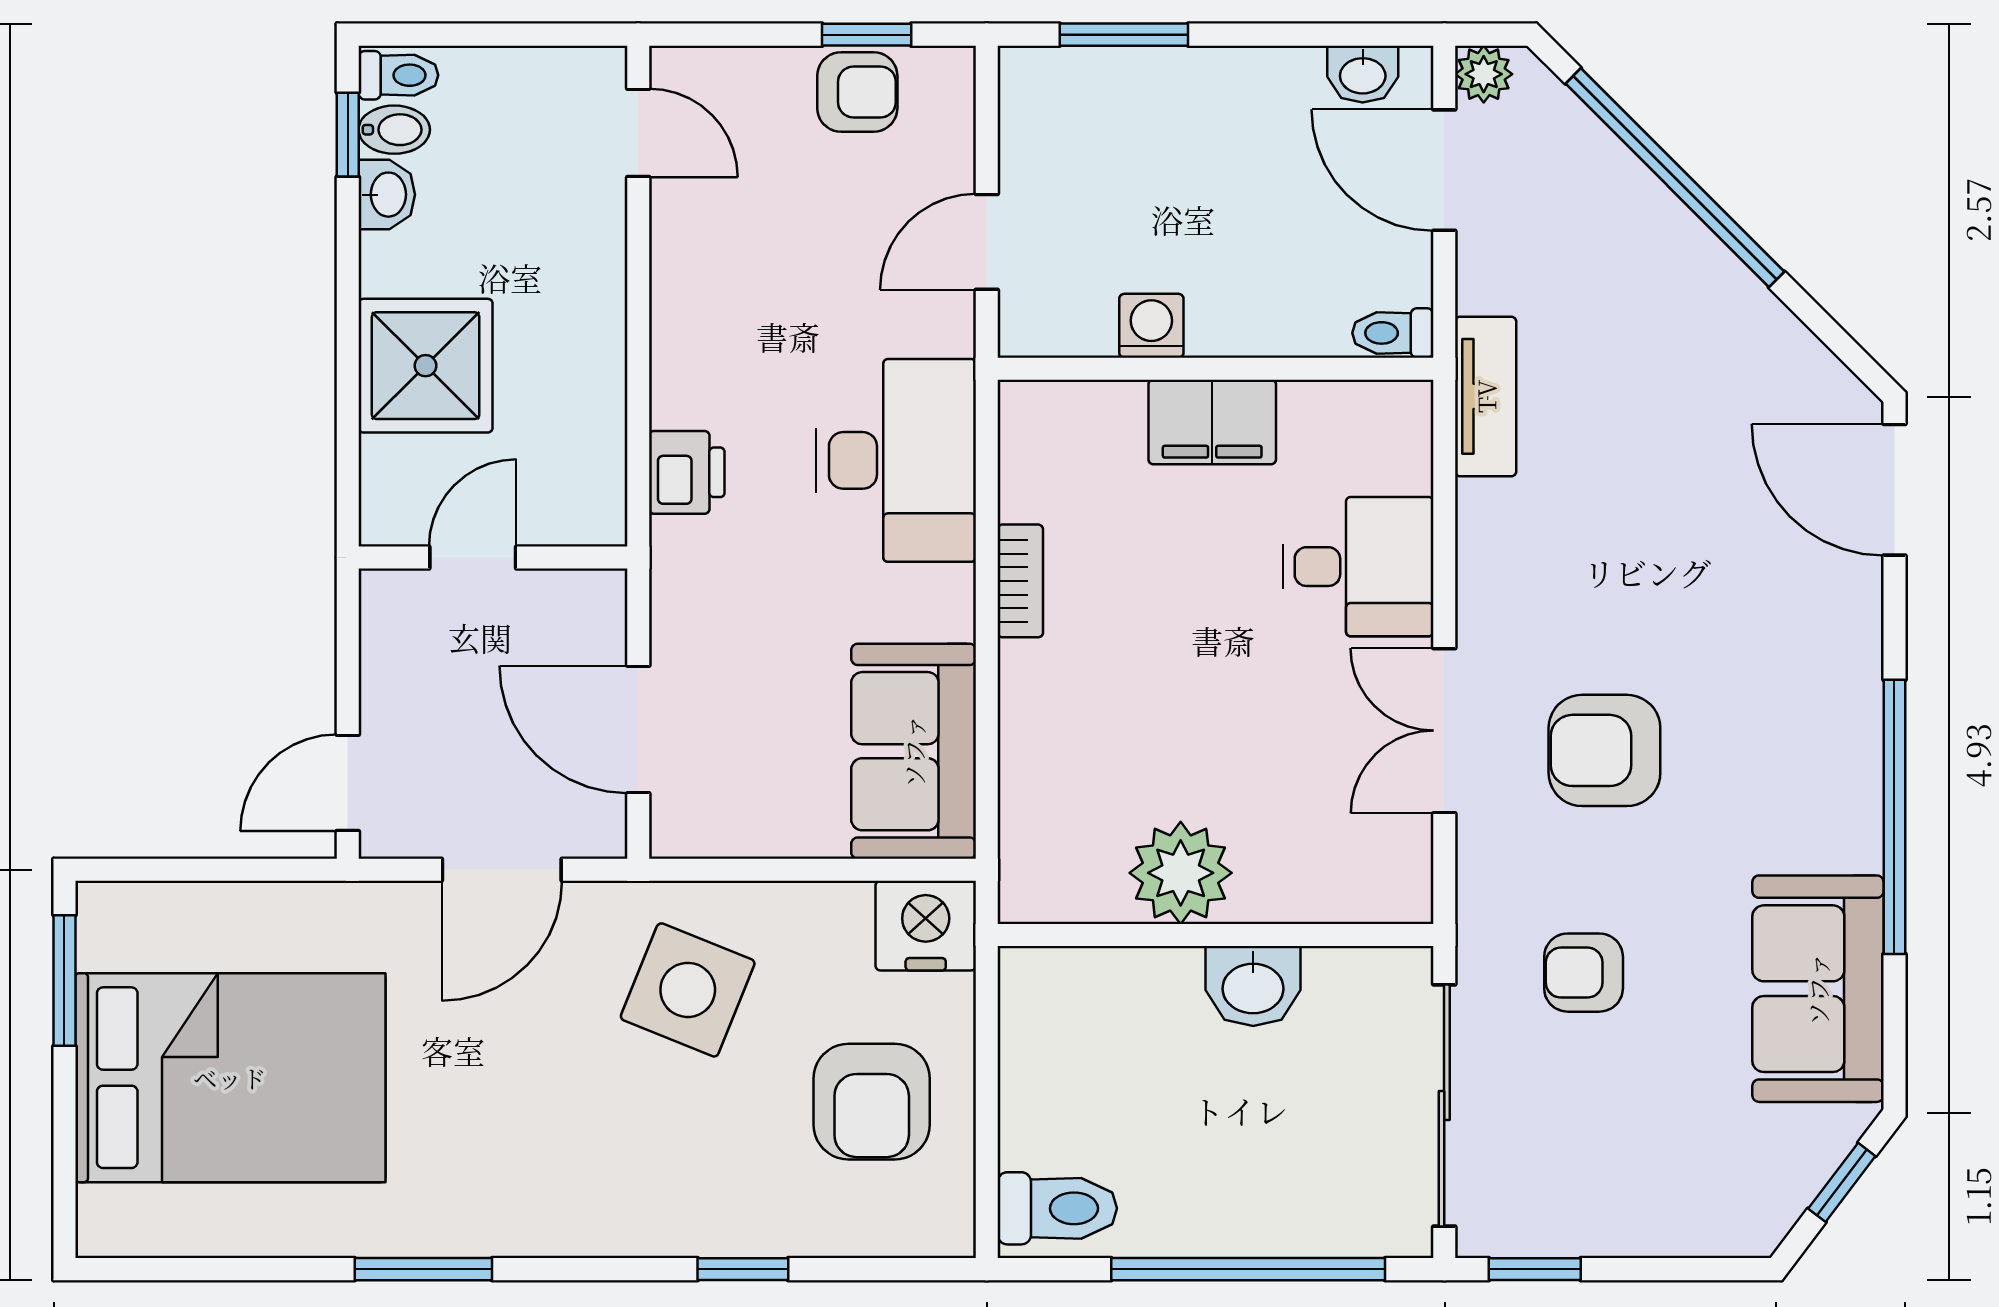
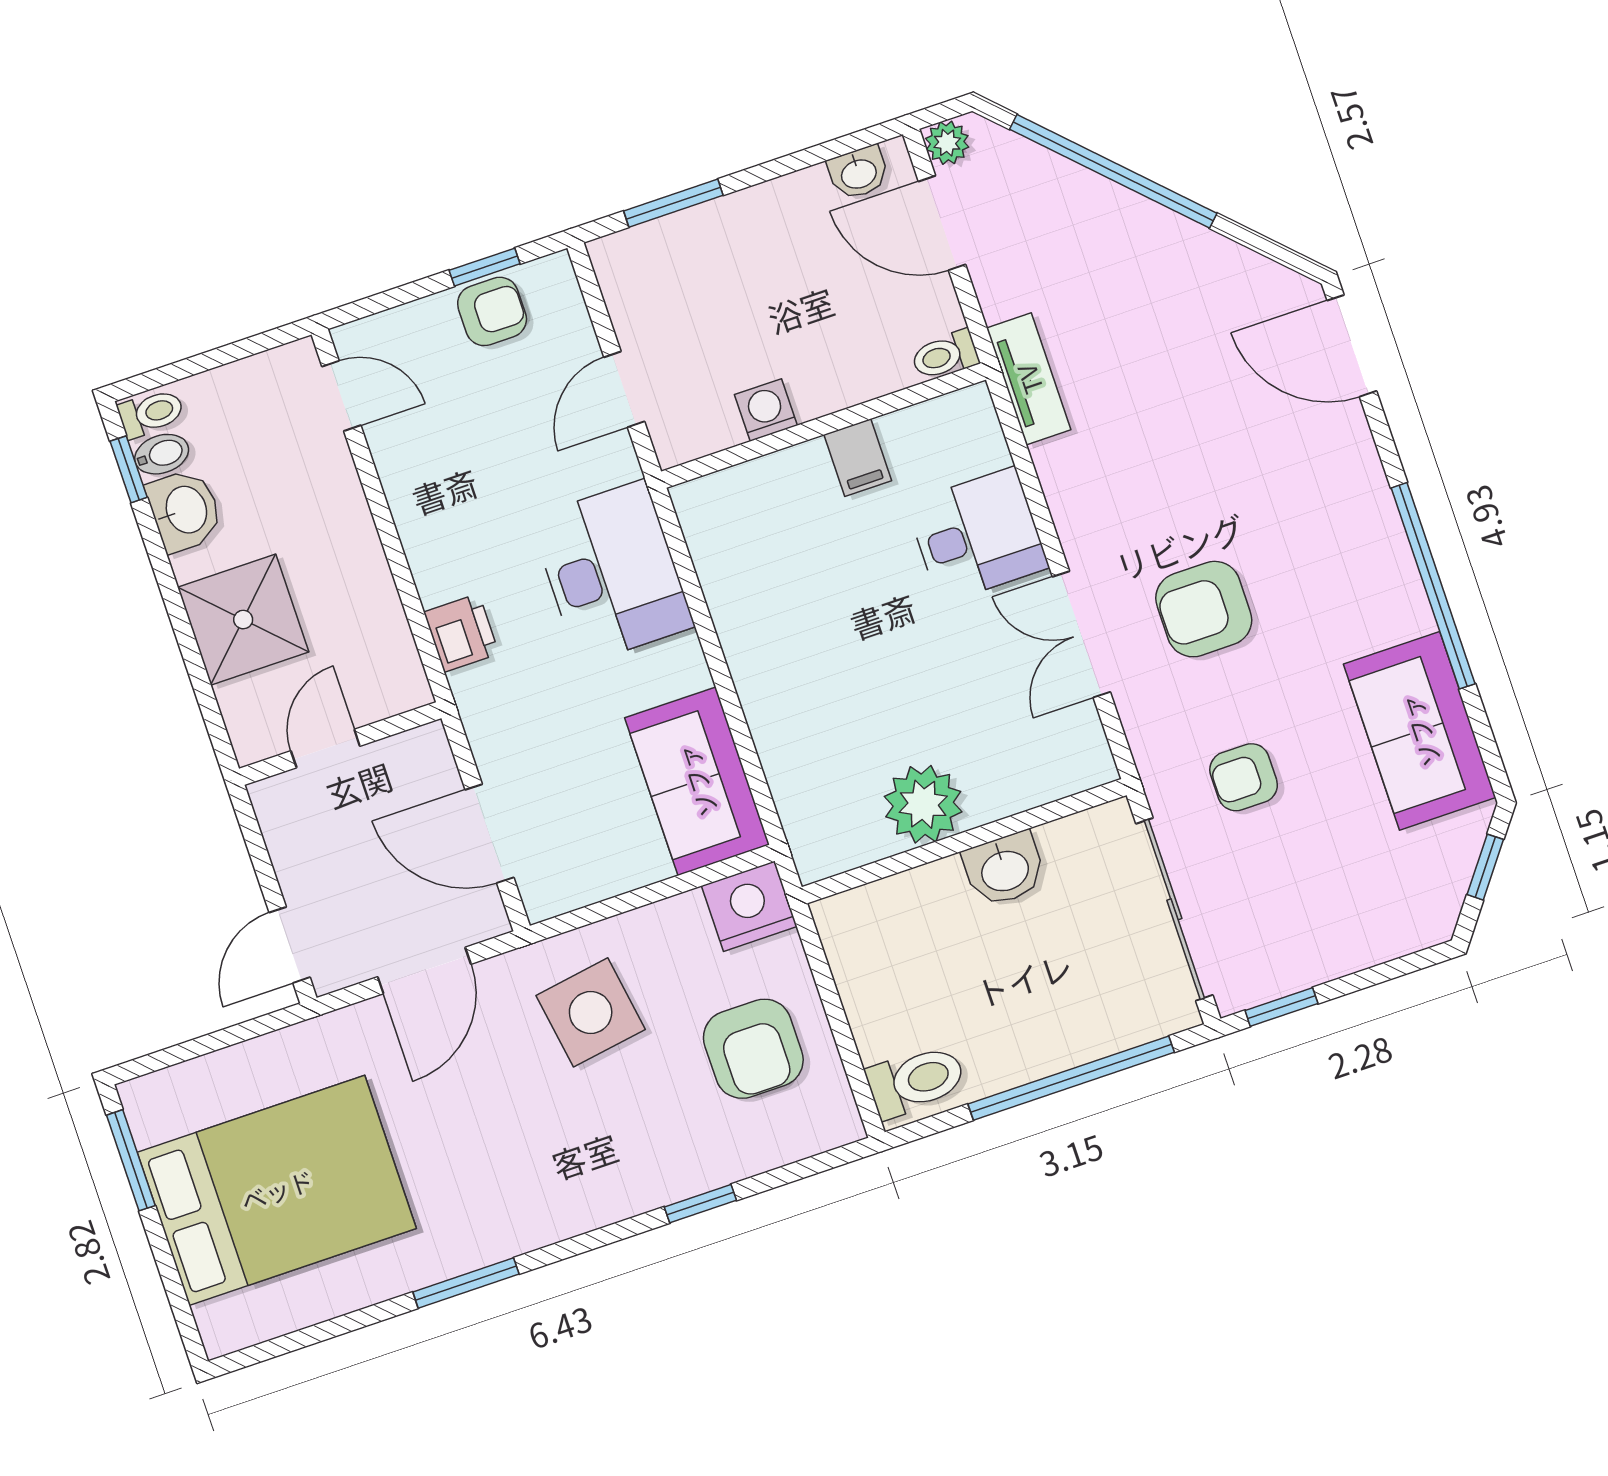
washbasin: (387, 195) -> (185, 510), width x1.38, depth x1.45
filing cabinet: (1212, 422) -> (858, 458), width x0.50
bookcase: (1020, 581) -> (733, 630), removed
side table: (688, 990) -> (591, 1012), turned -31

